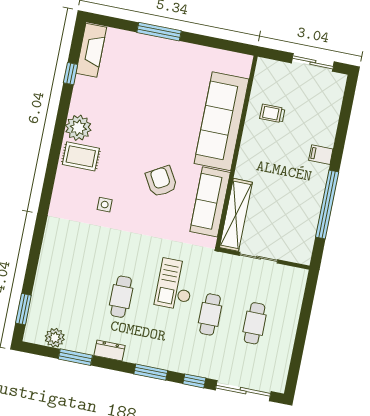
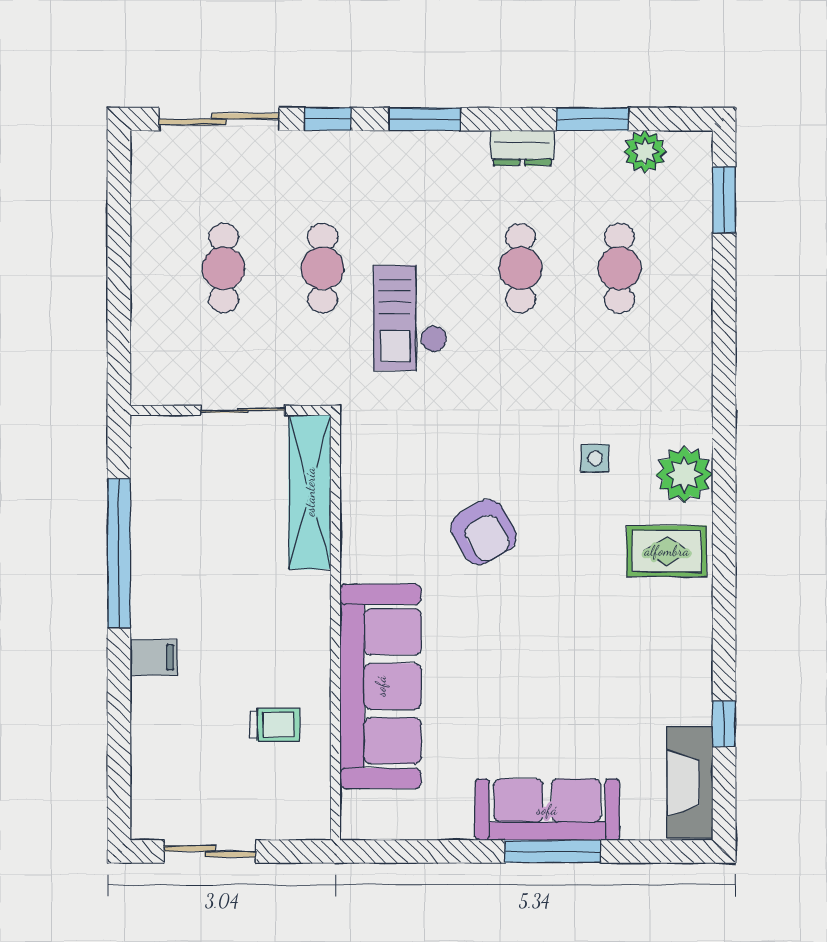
plant: (78, 128) -> (684, 474), moved
sofa: (210, 202) -> (547, 810), moved, turned -90
checkout: (175, 284) -> (410, 318), turned 180
cafe table: (77, 288) -> (619, 268), added

